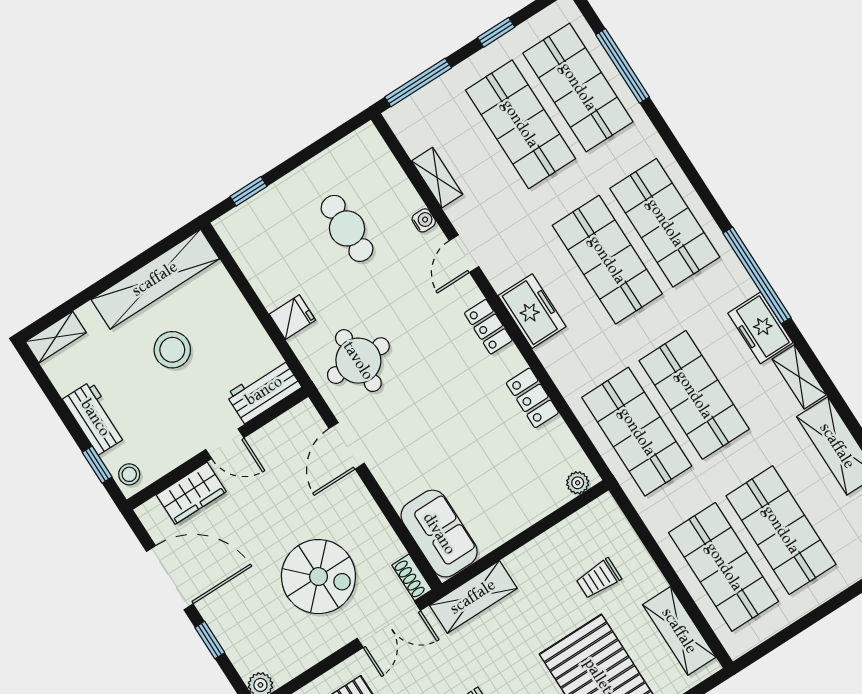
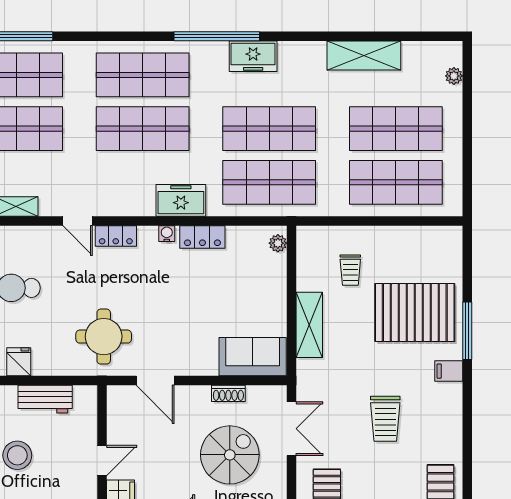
water cooler: (424, 220) -> (167, 234), moved
freezer: (532, 311) -> (181, 200), moved
fridge: (292, 317) -> (19, 362), moved
locker: (488, 327) -> (116, 236), moved
shelving: (799, 377) -> (302, 51), removed
workbench: (264, 391) -> (45, 399), moved, turned -90
shoe rack: (412, 577) -> (228, 393), moved
shelving: (473, 597) -> (309, 325), moved
shelving: (679, 631) -> (419, 239), removed

